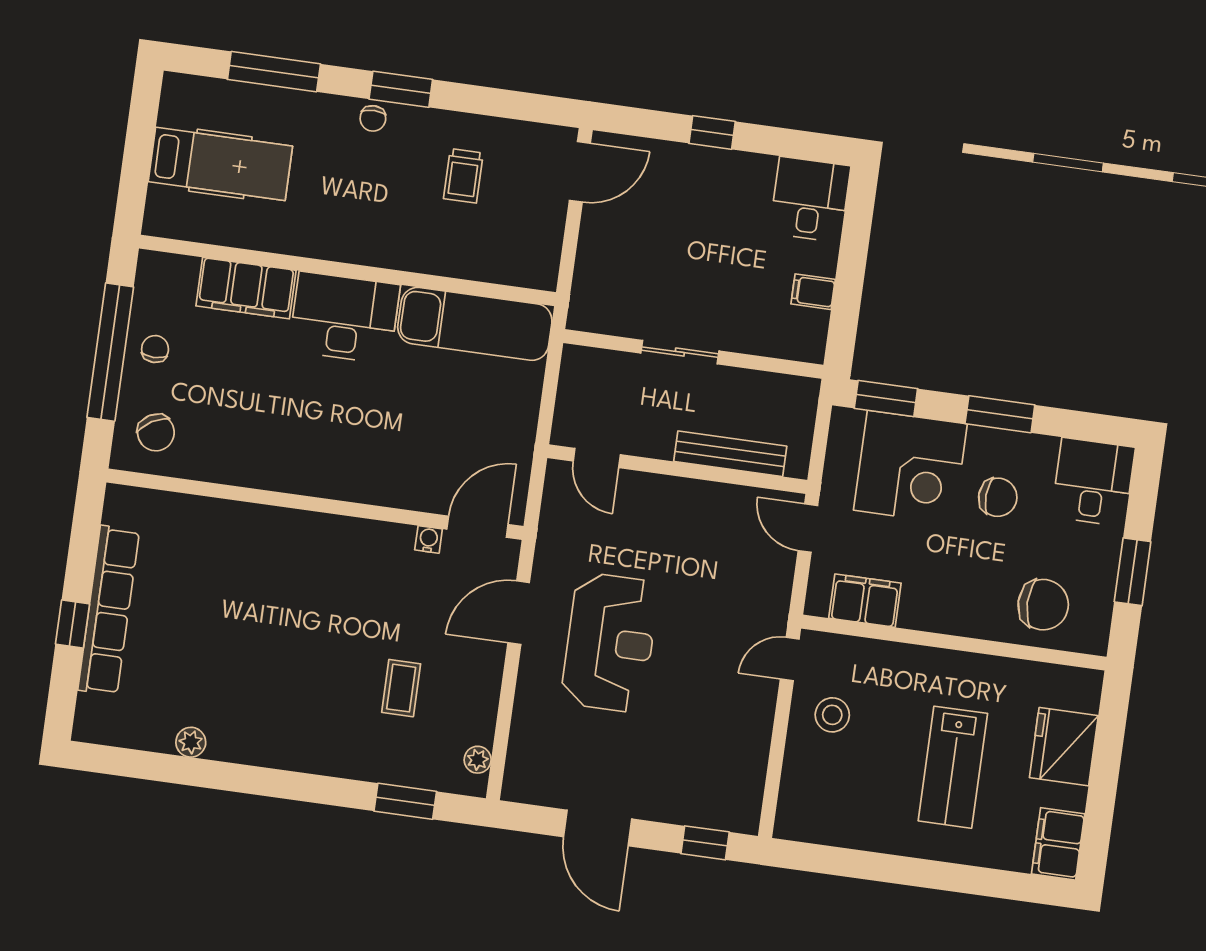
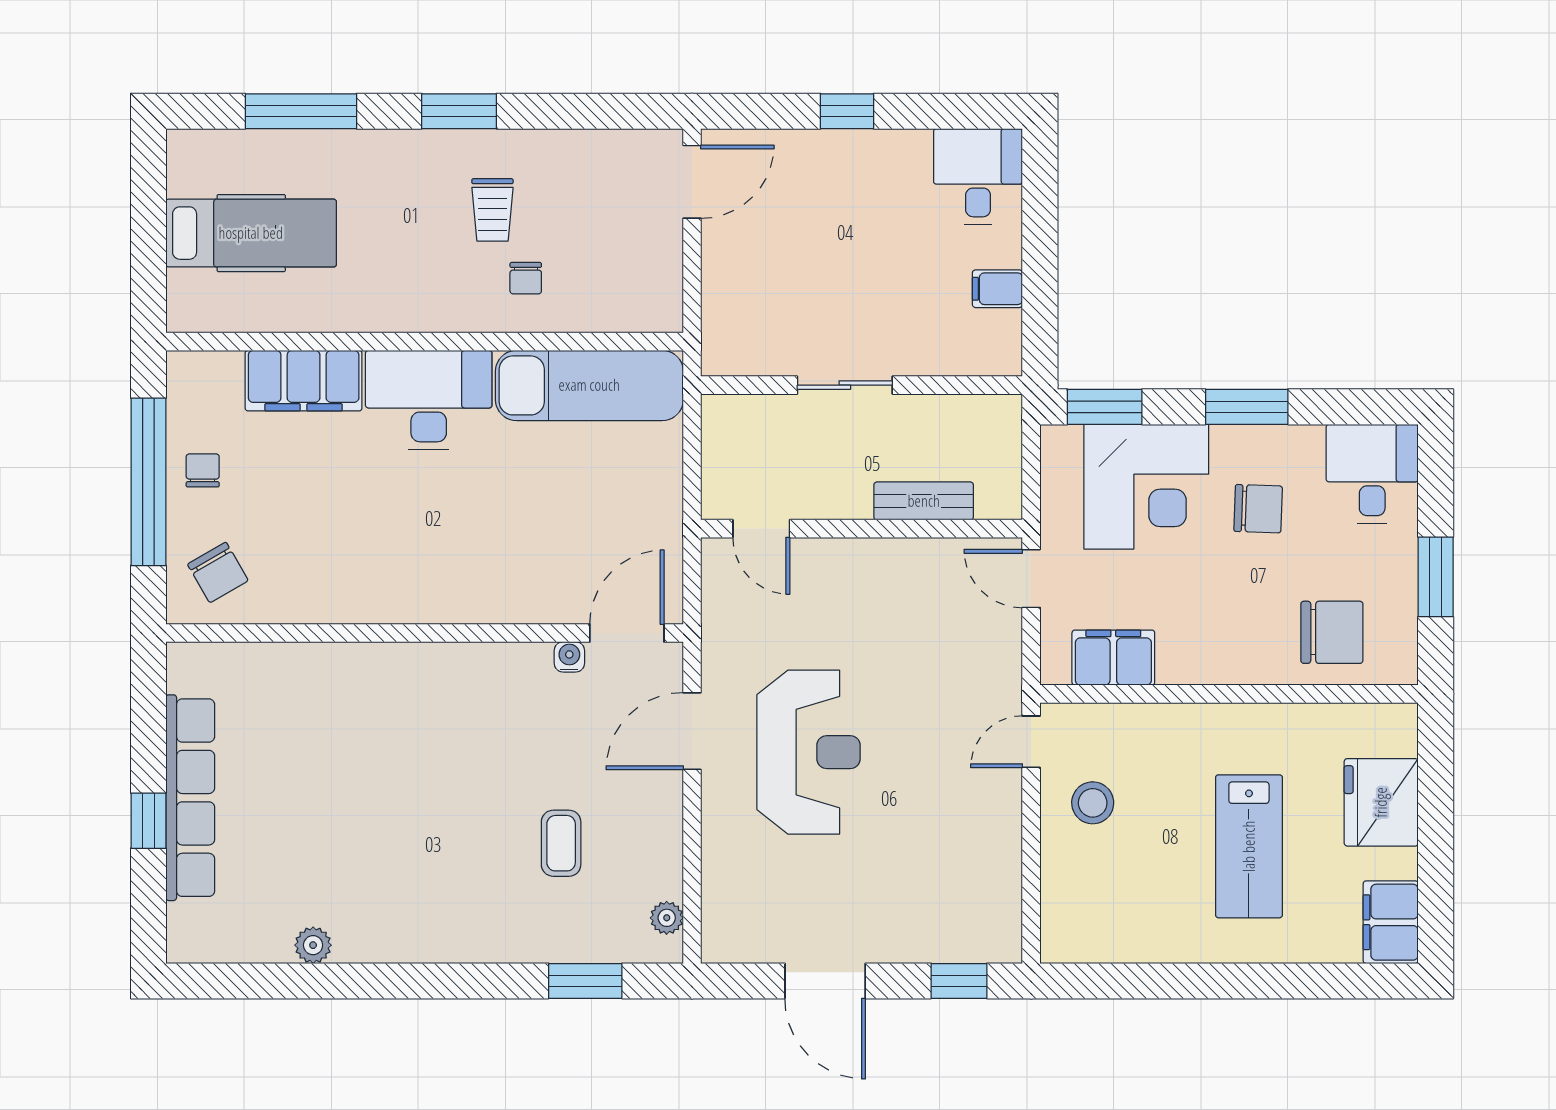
chair: (373, 118) -> (526, 278), moved
trolley: (463, 176) -> (492, 210), moved
bench: (730, 454) -> (924, 501), width x0.73

